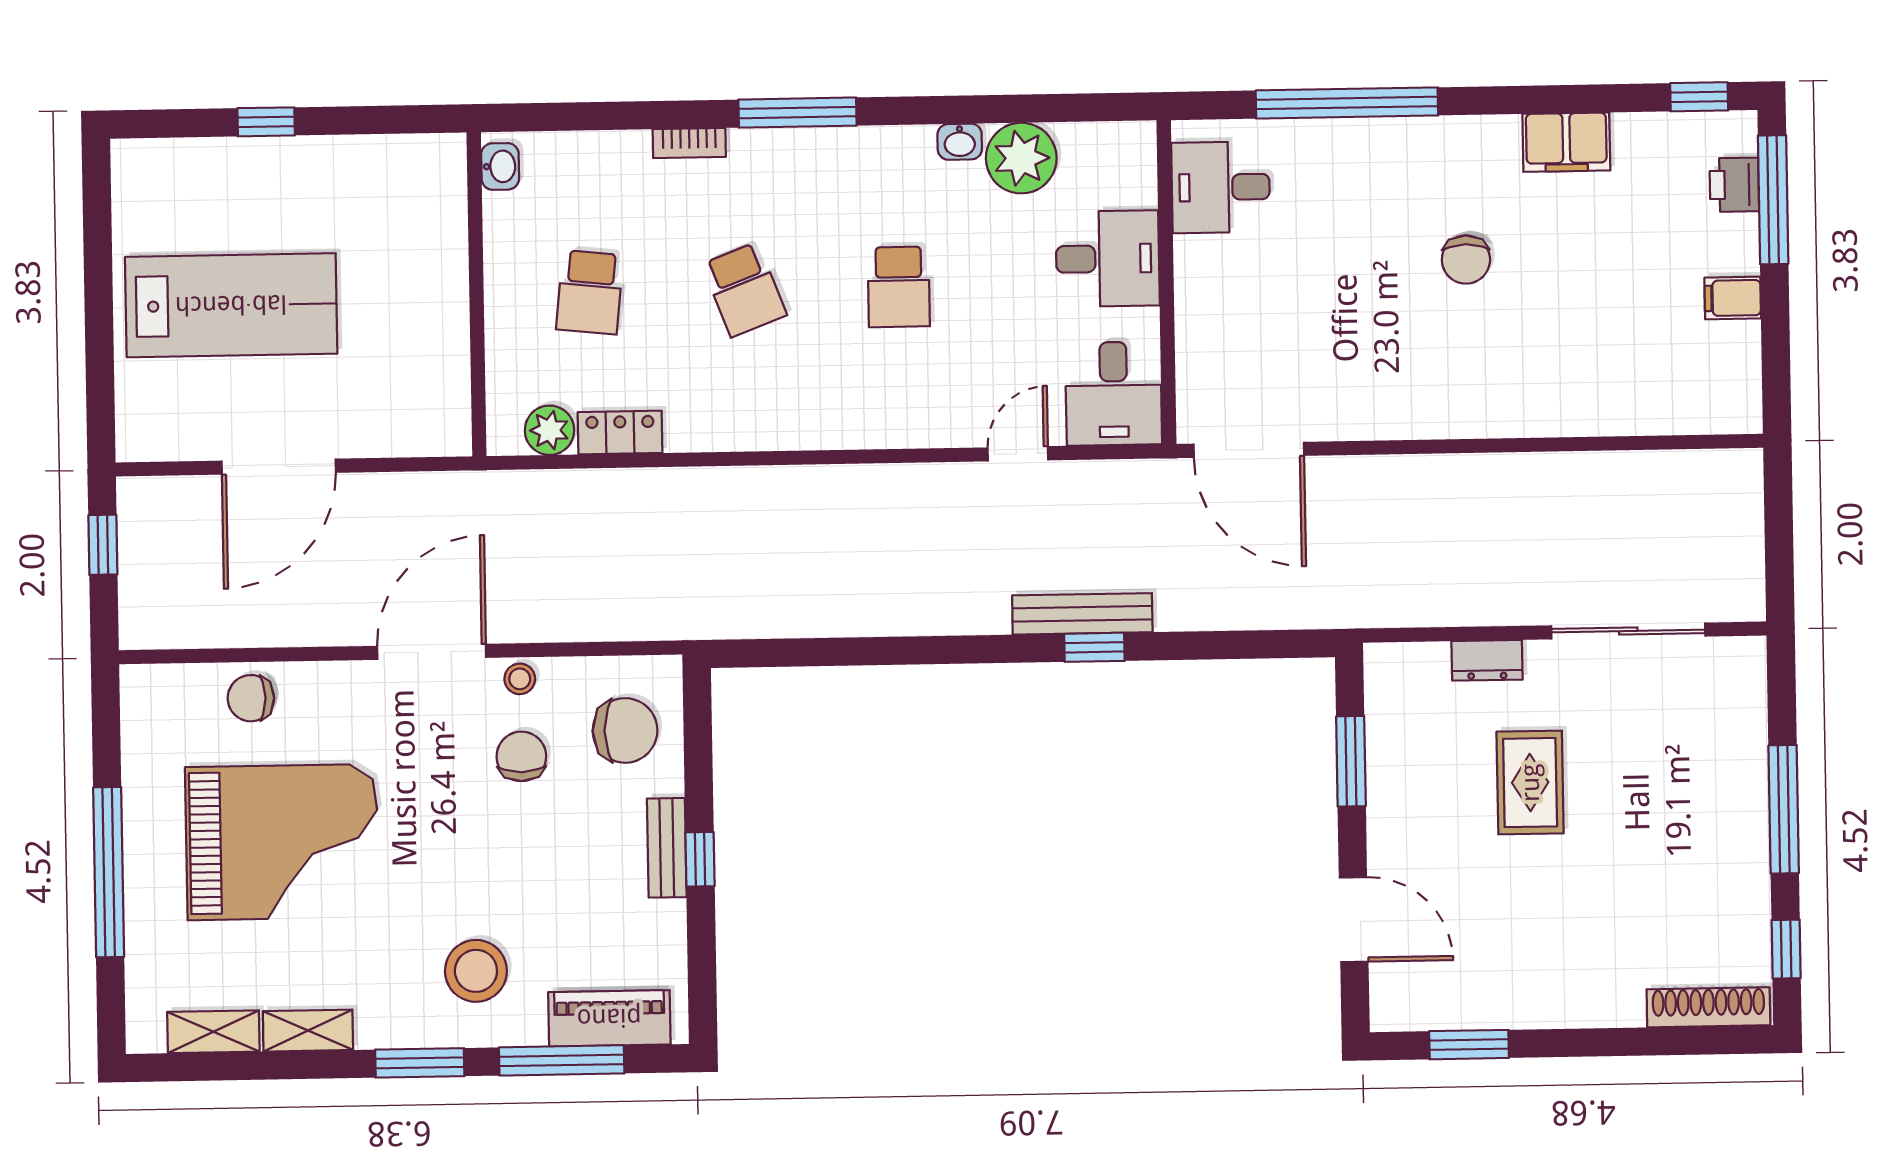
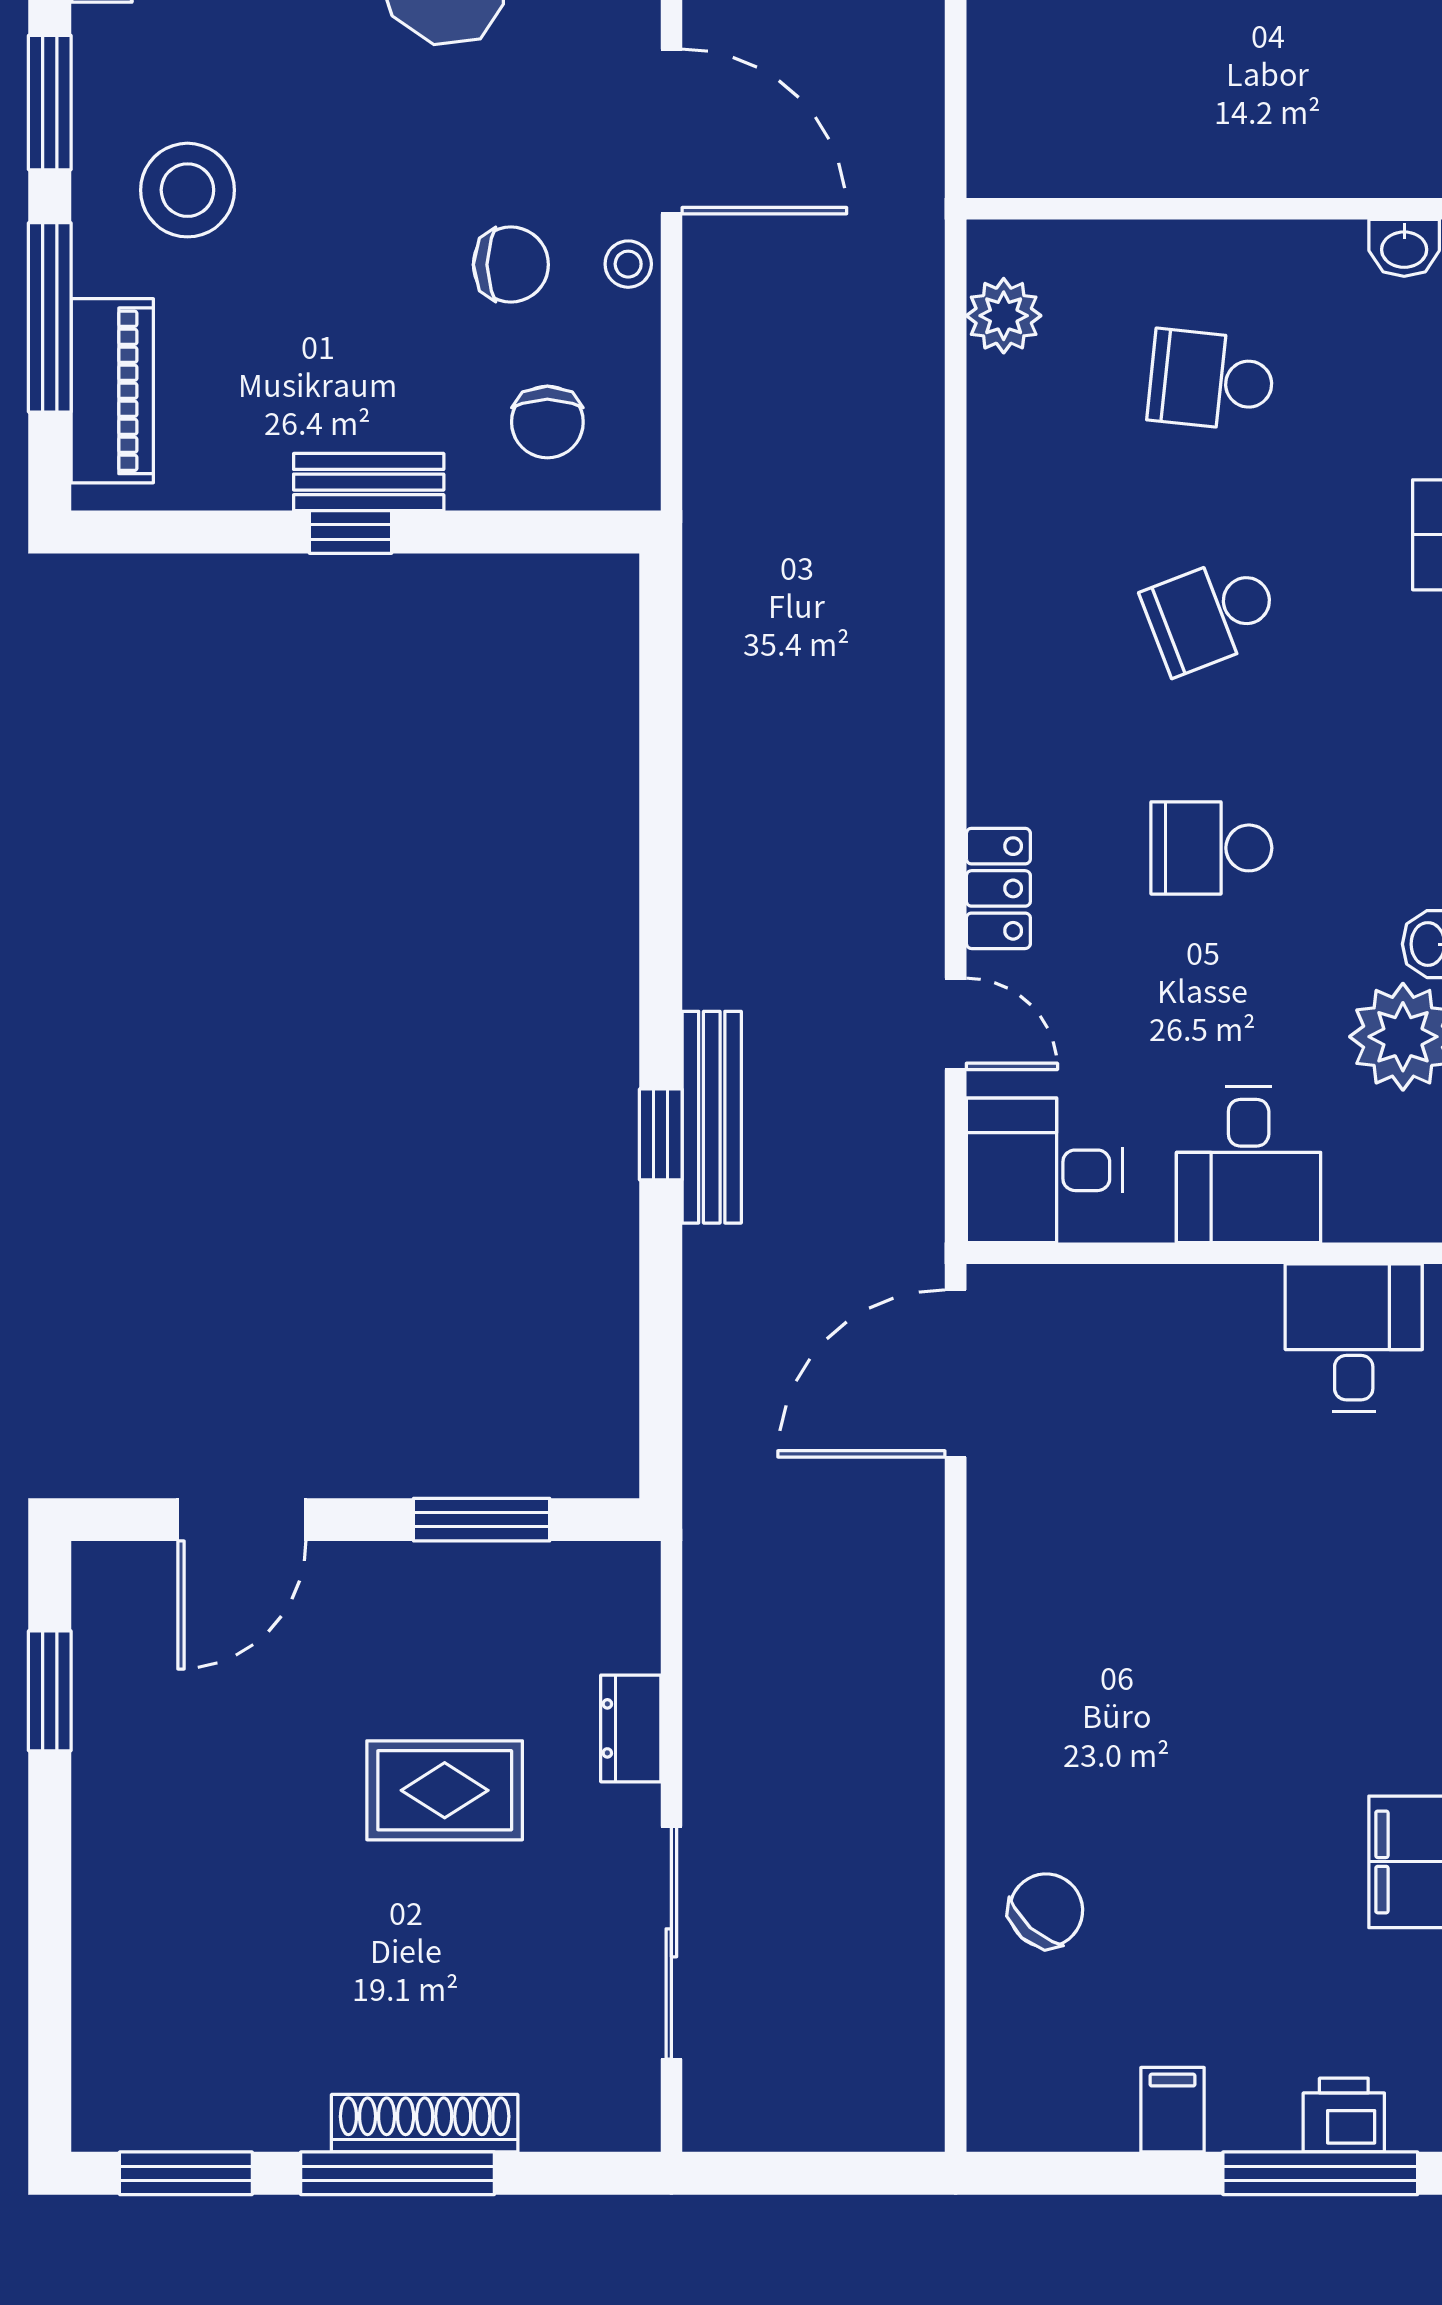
chair: (1466, 260) -> (1046, 1910), moved, turned 132
locker: (620, 433) -> (998, 888), moved
chair: (625, 730) -> (547, 422), width x0.73, depth x0.73
window: (1786, 949) -> (186, 2173), width x1.50
shoe rack: (1708, 1007) -> (425, 2123), moved, turned -90

